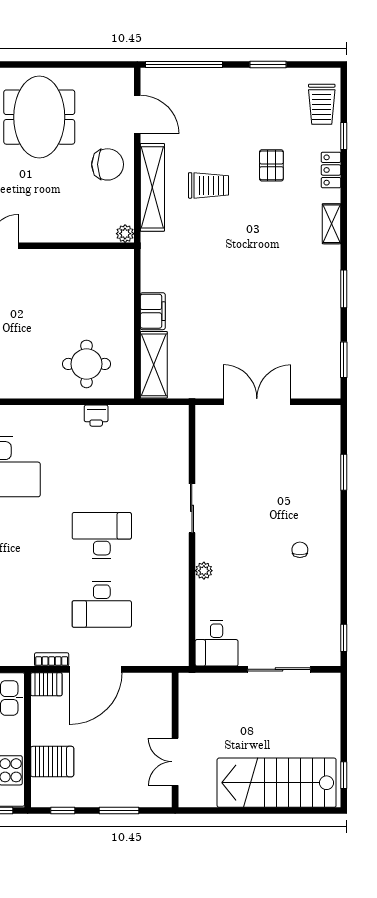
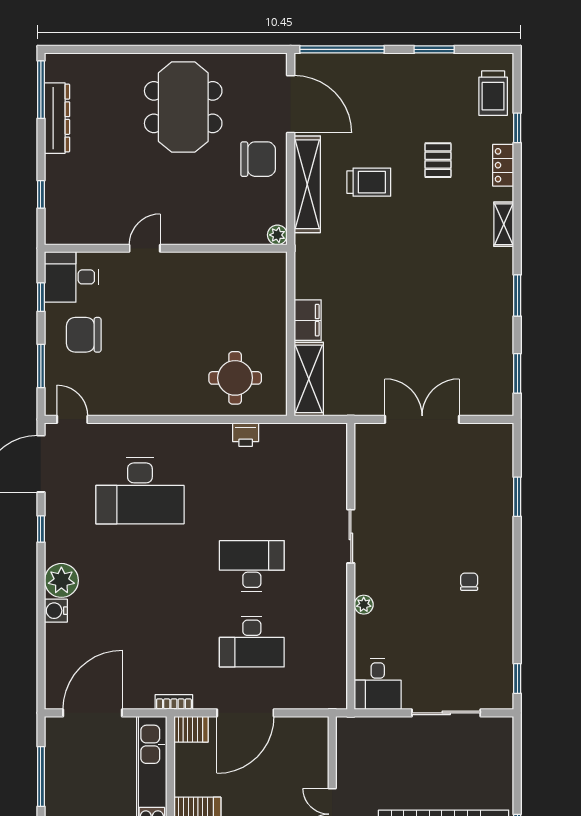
door: (137, 114) -> (291, 104), width x1.36
bookcase: (52, 659) -> (174, 702), moved

